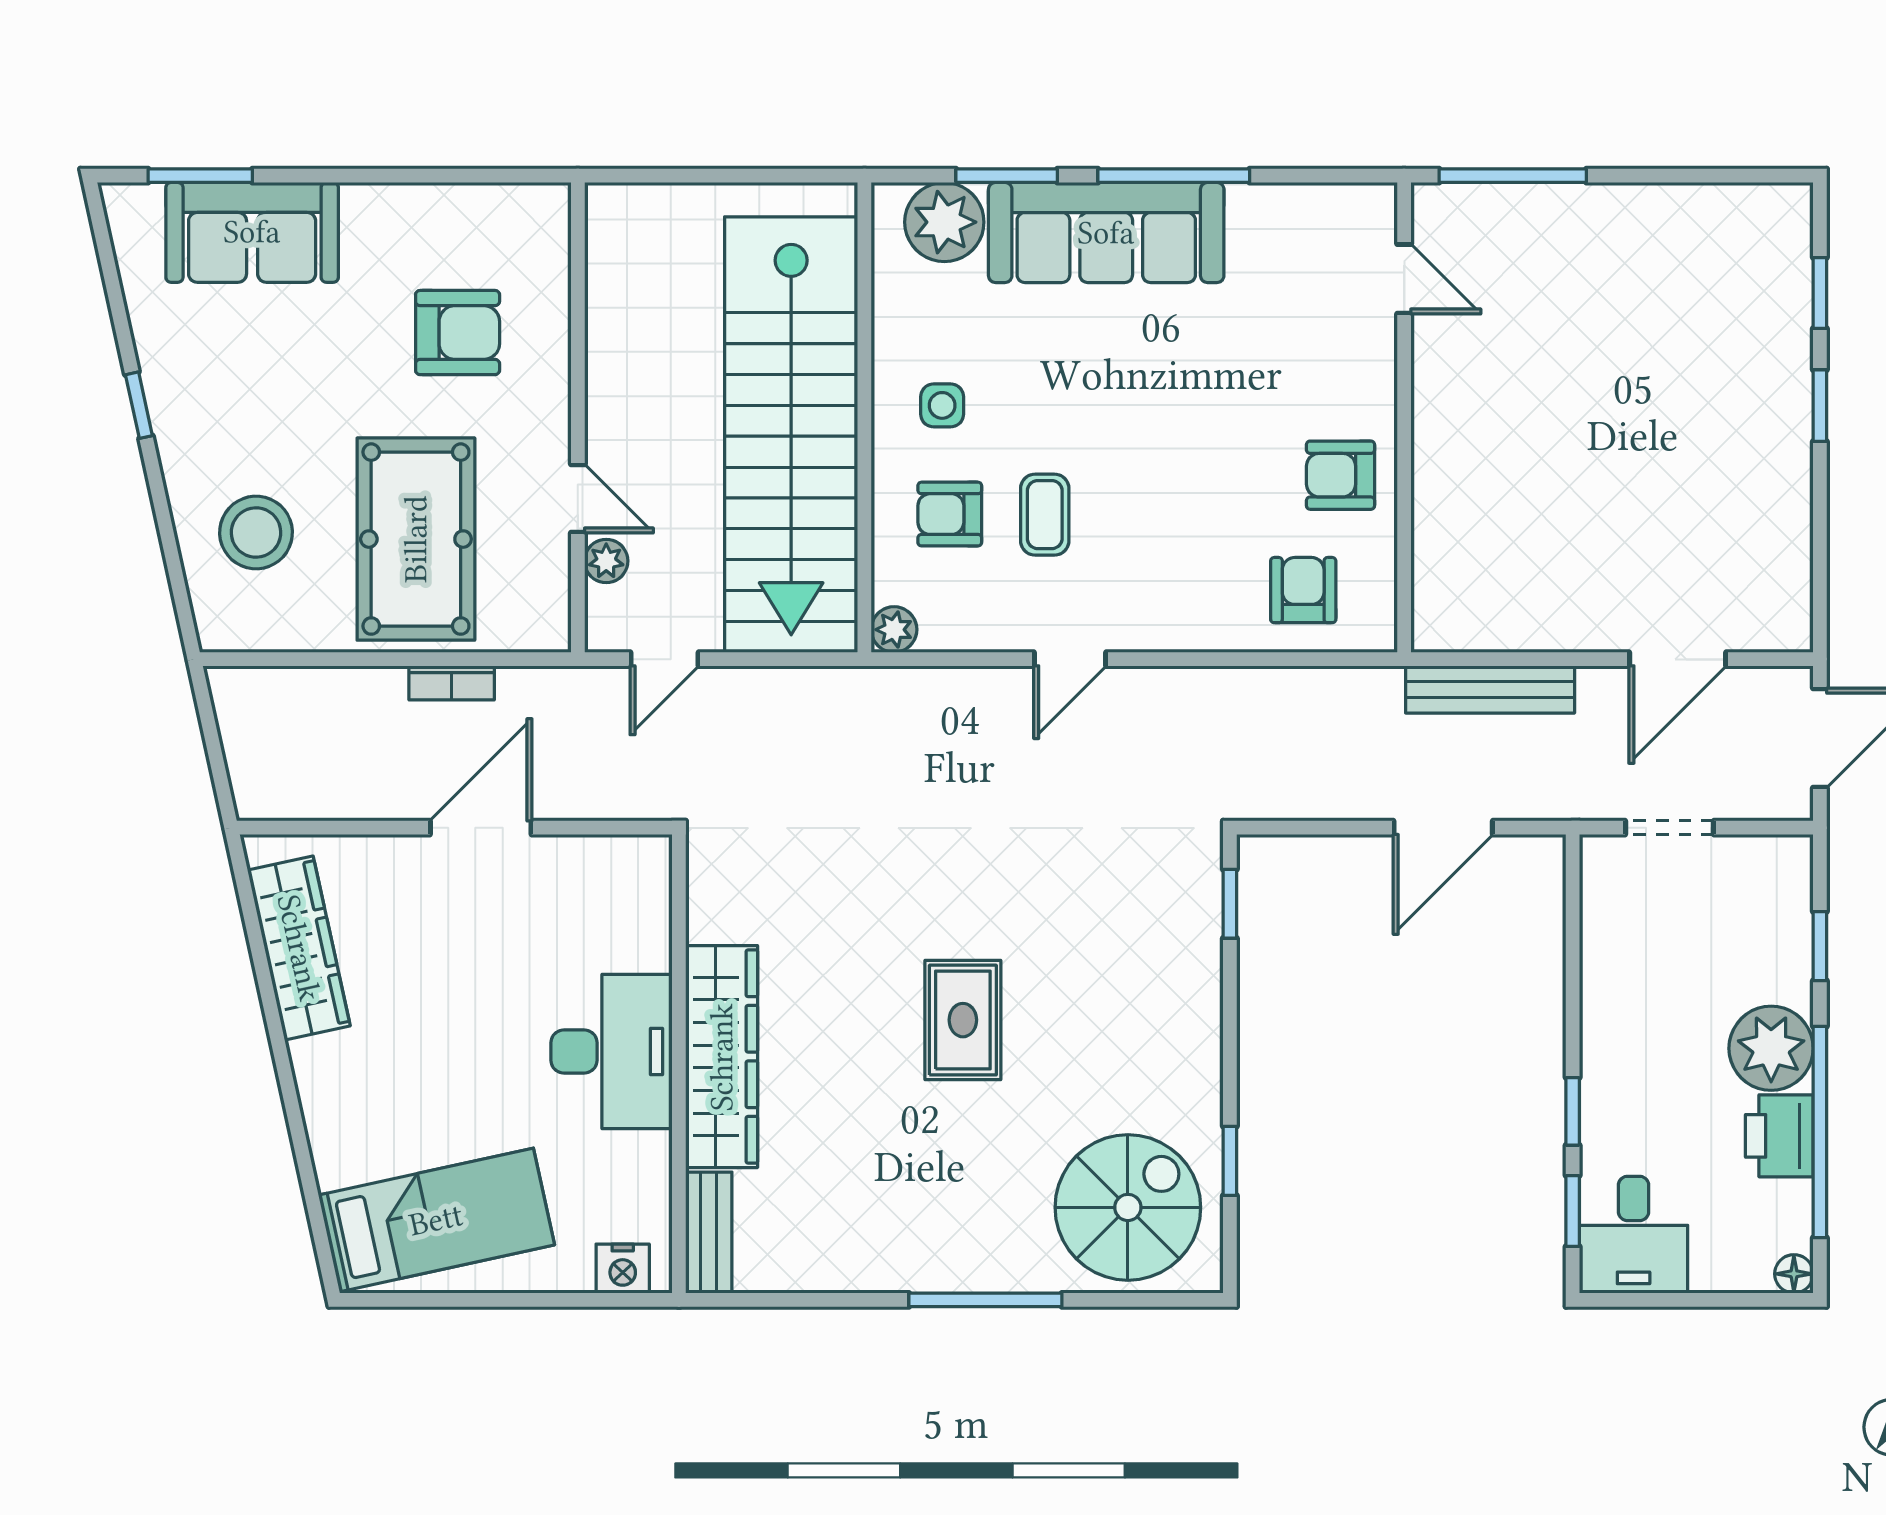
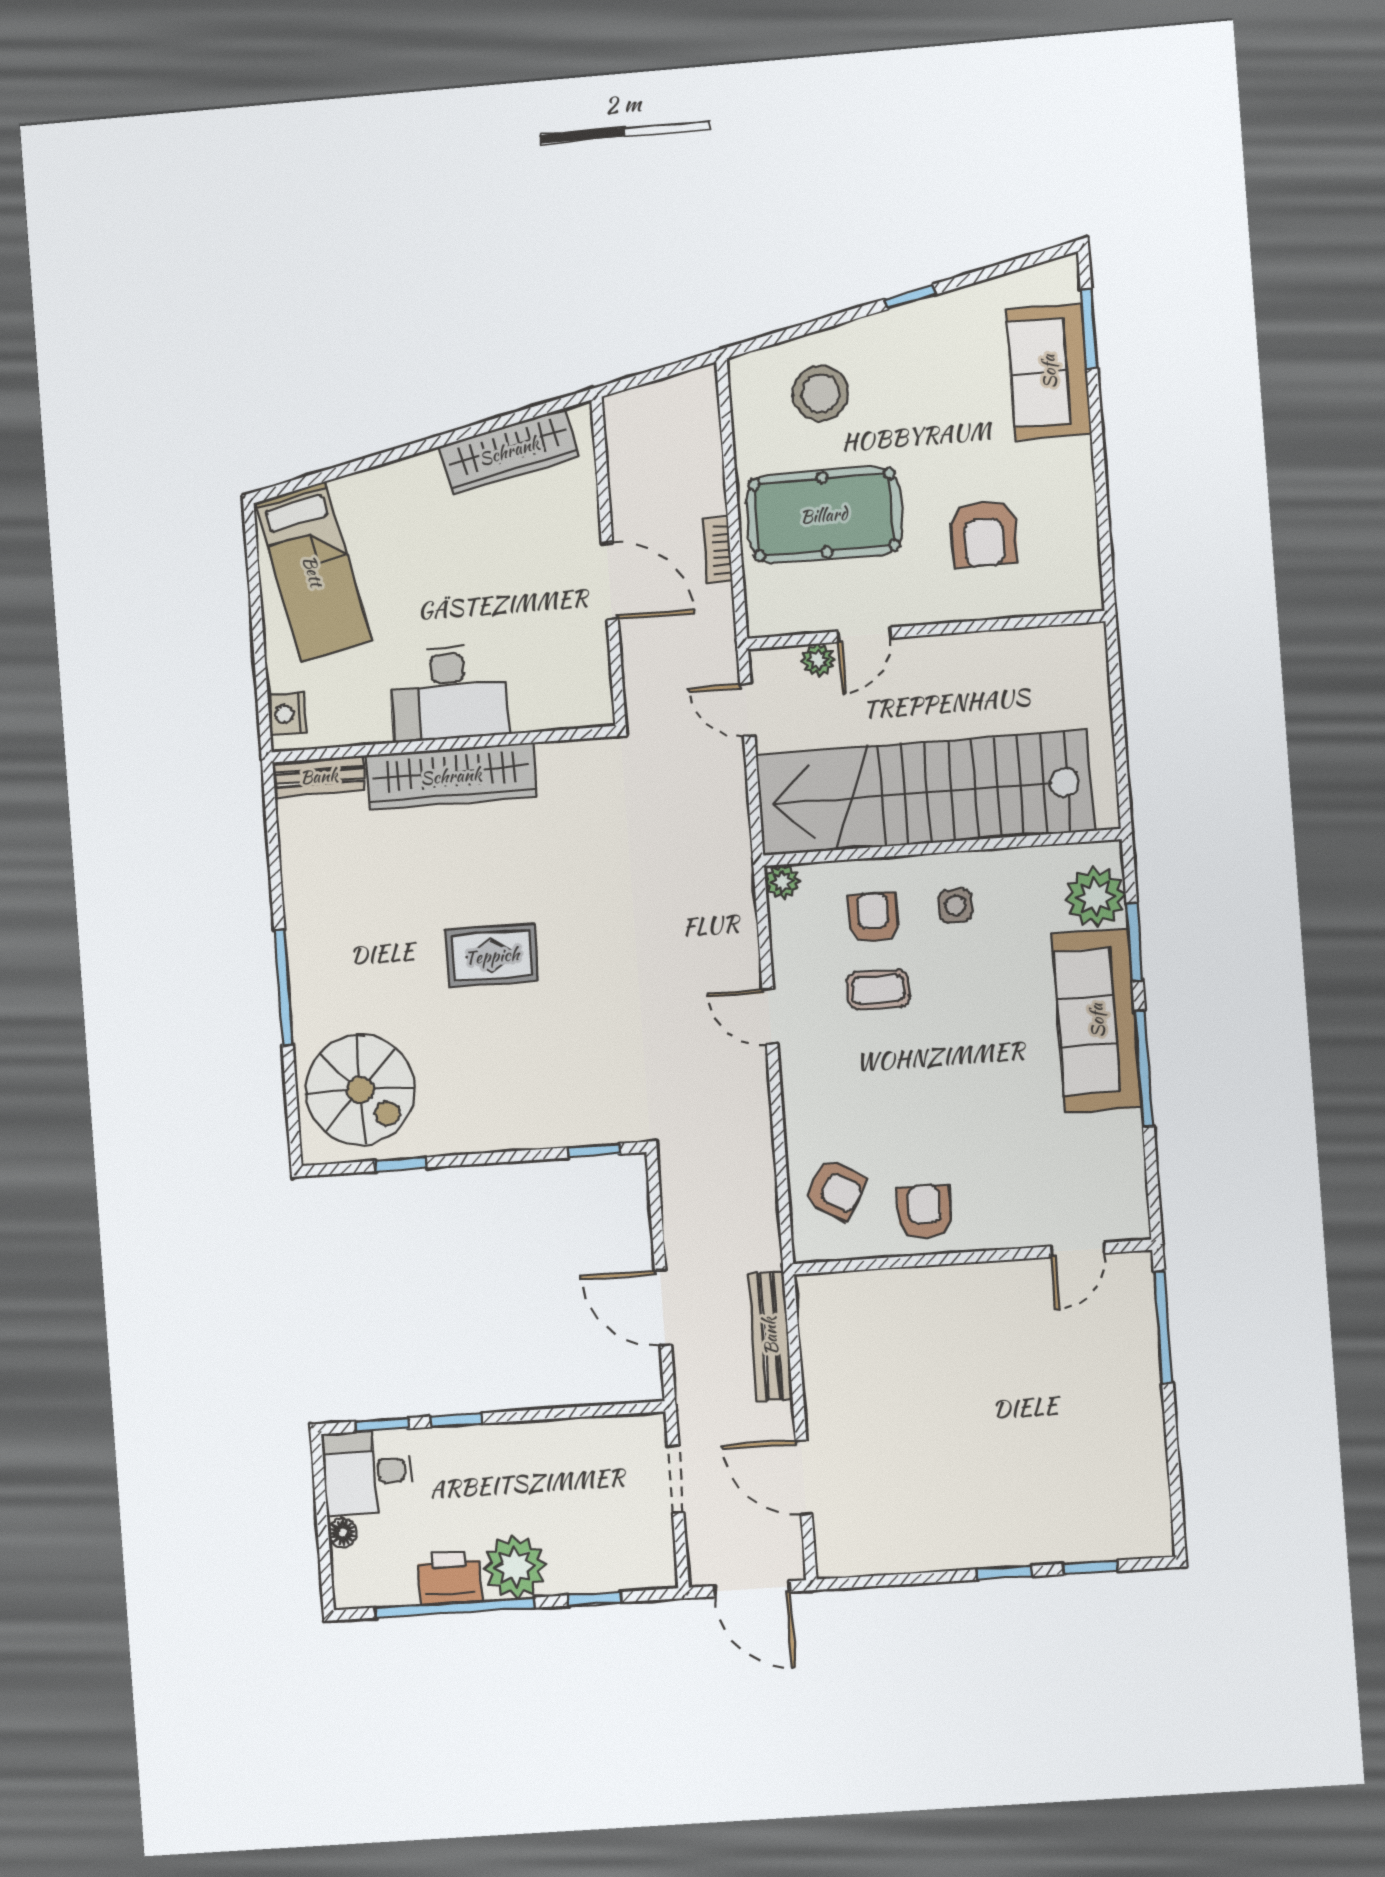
armchair: (1303, 590) -> (835, 1190), turned 30
floor lamp: (1794, 1274) -> (343, 1533), moved

